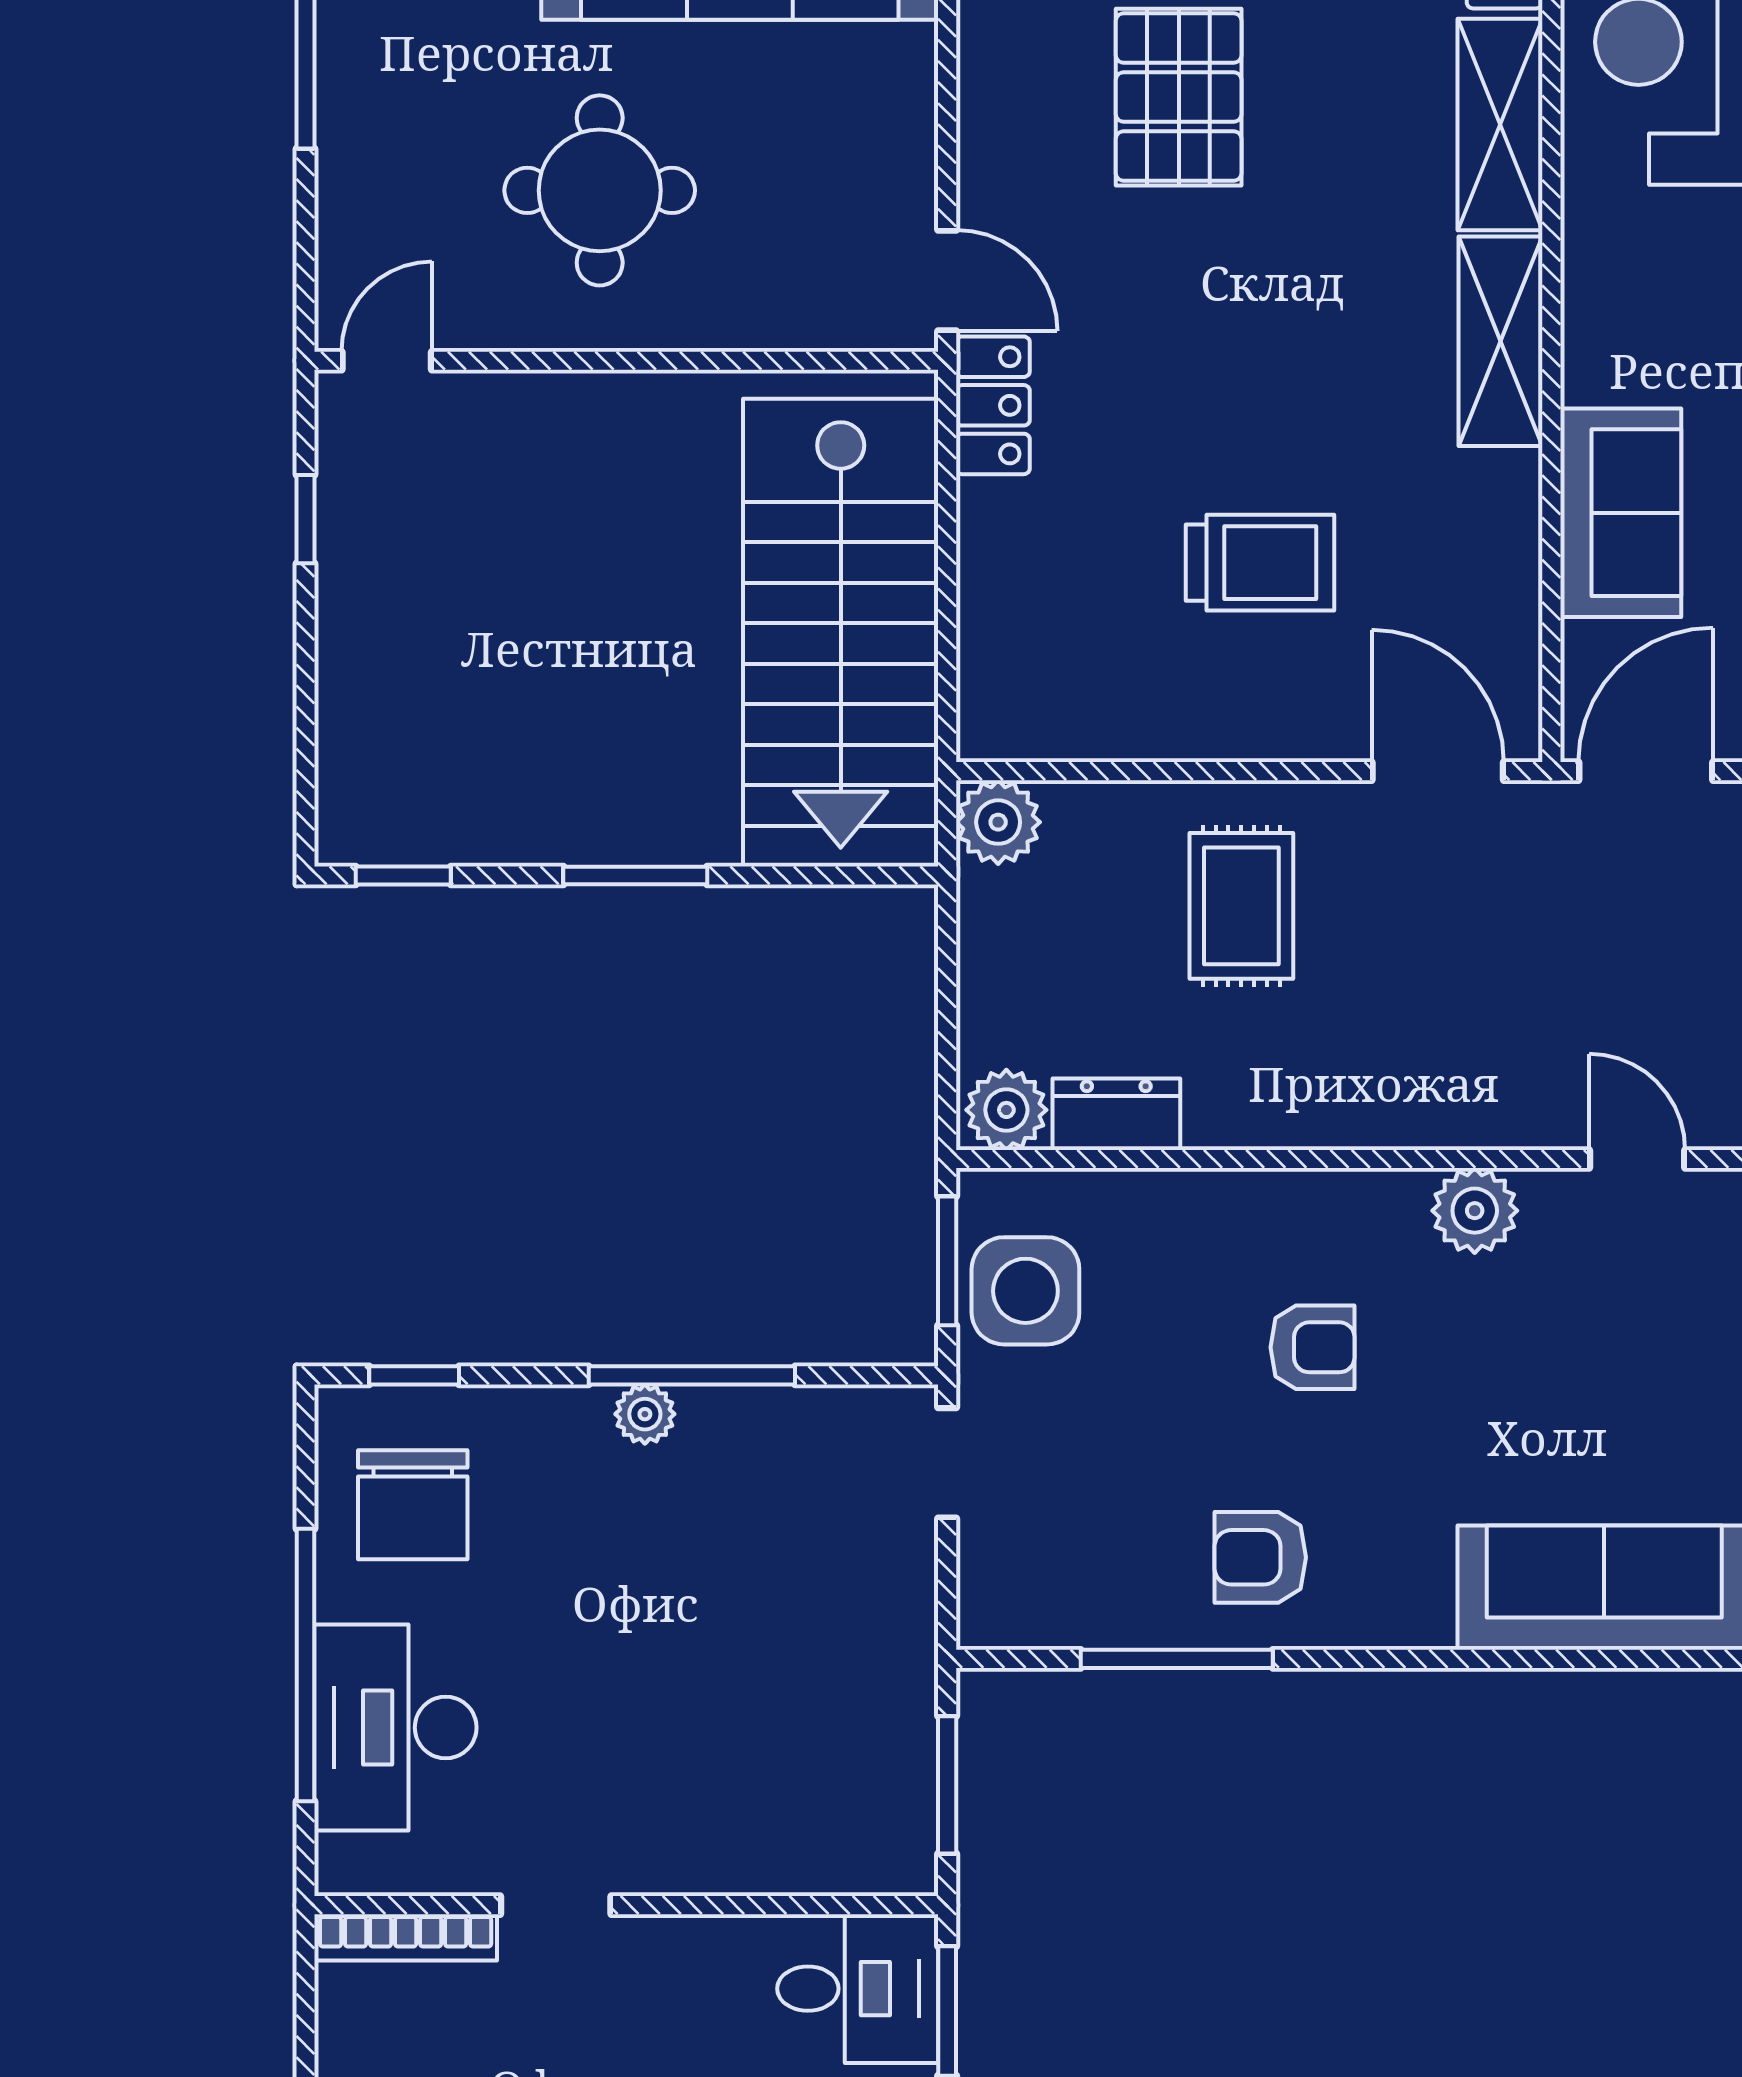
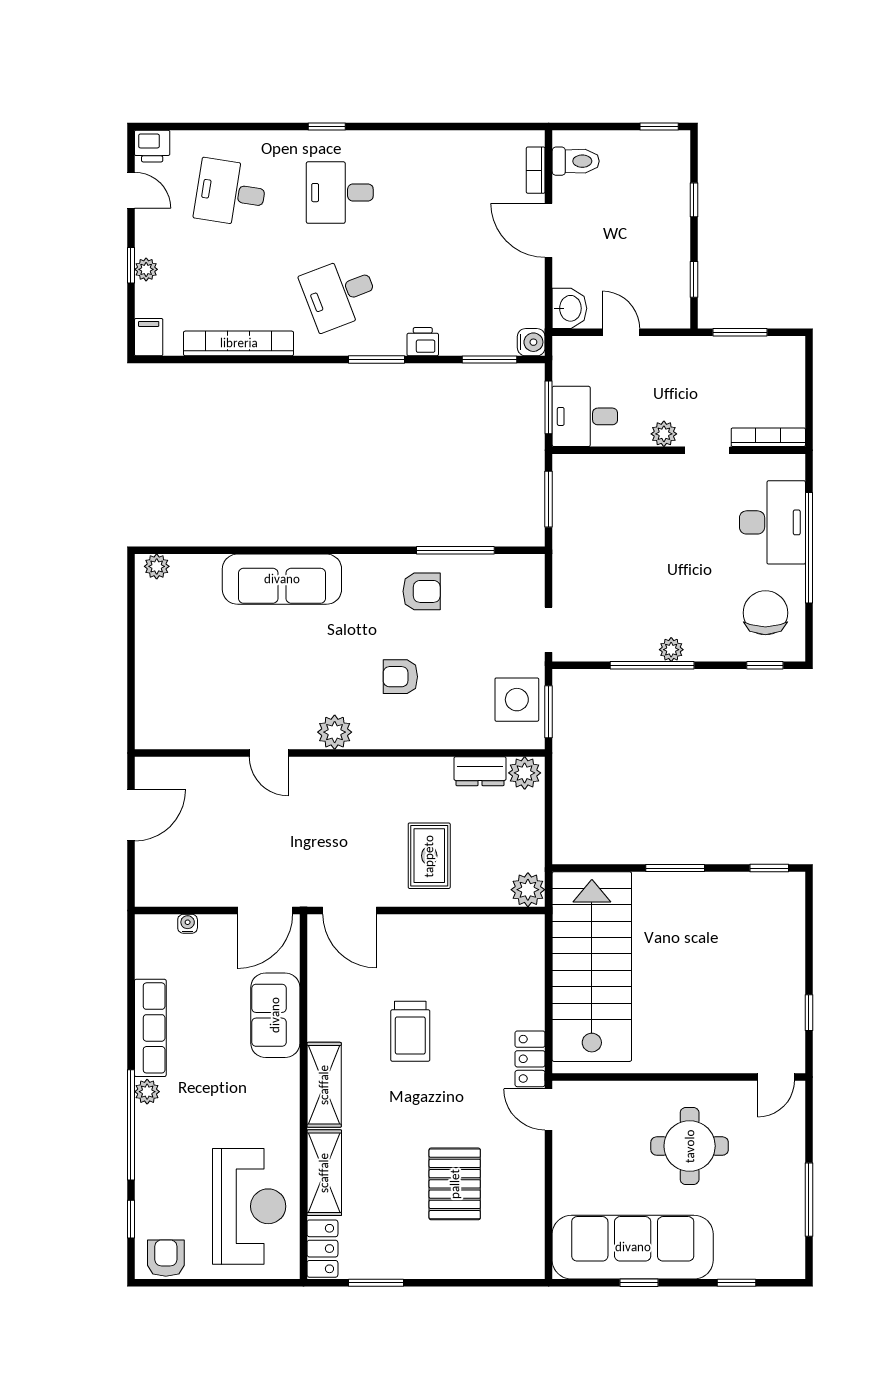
trolley: (1260, 563) -> (410, 1031), moved, turned -90
plant: (663, 1946) -> (664, 434), added

